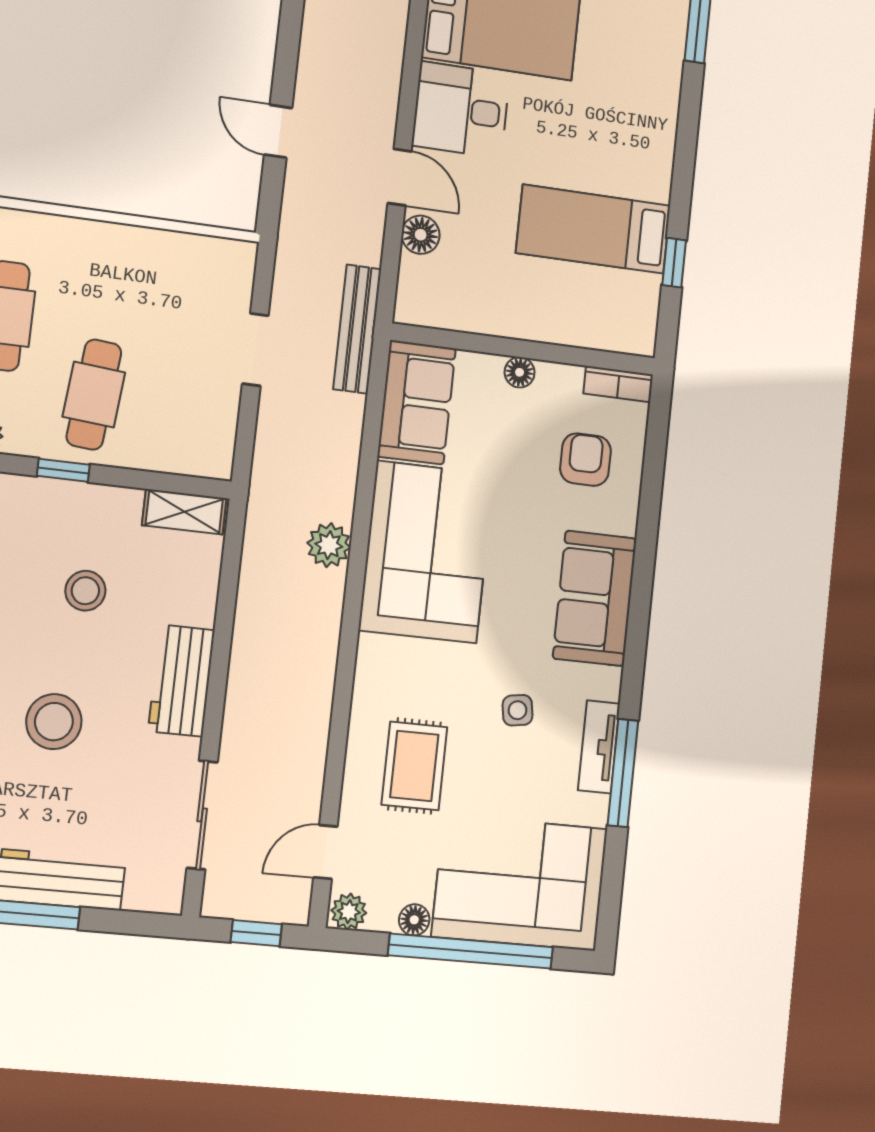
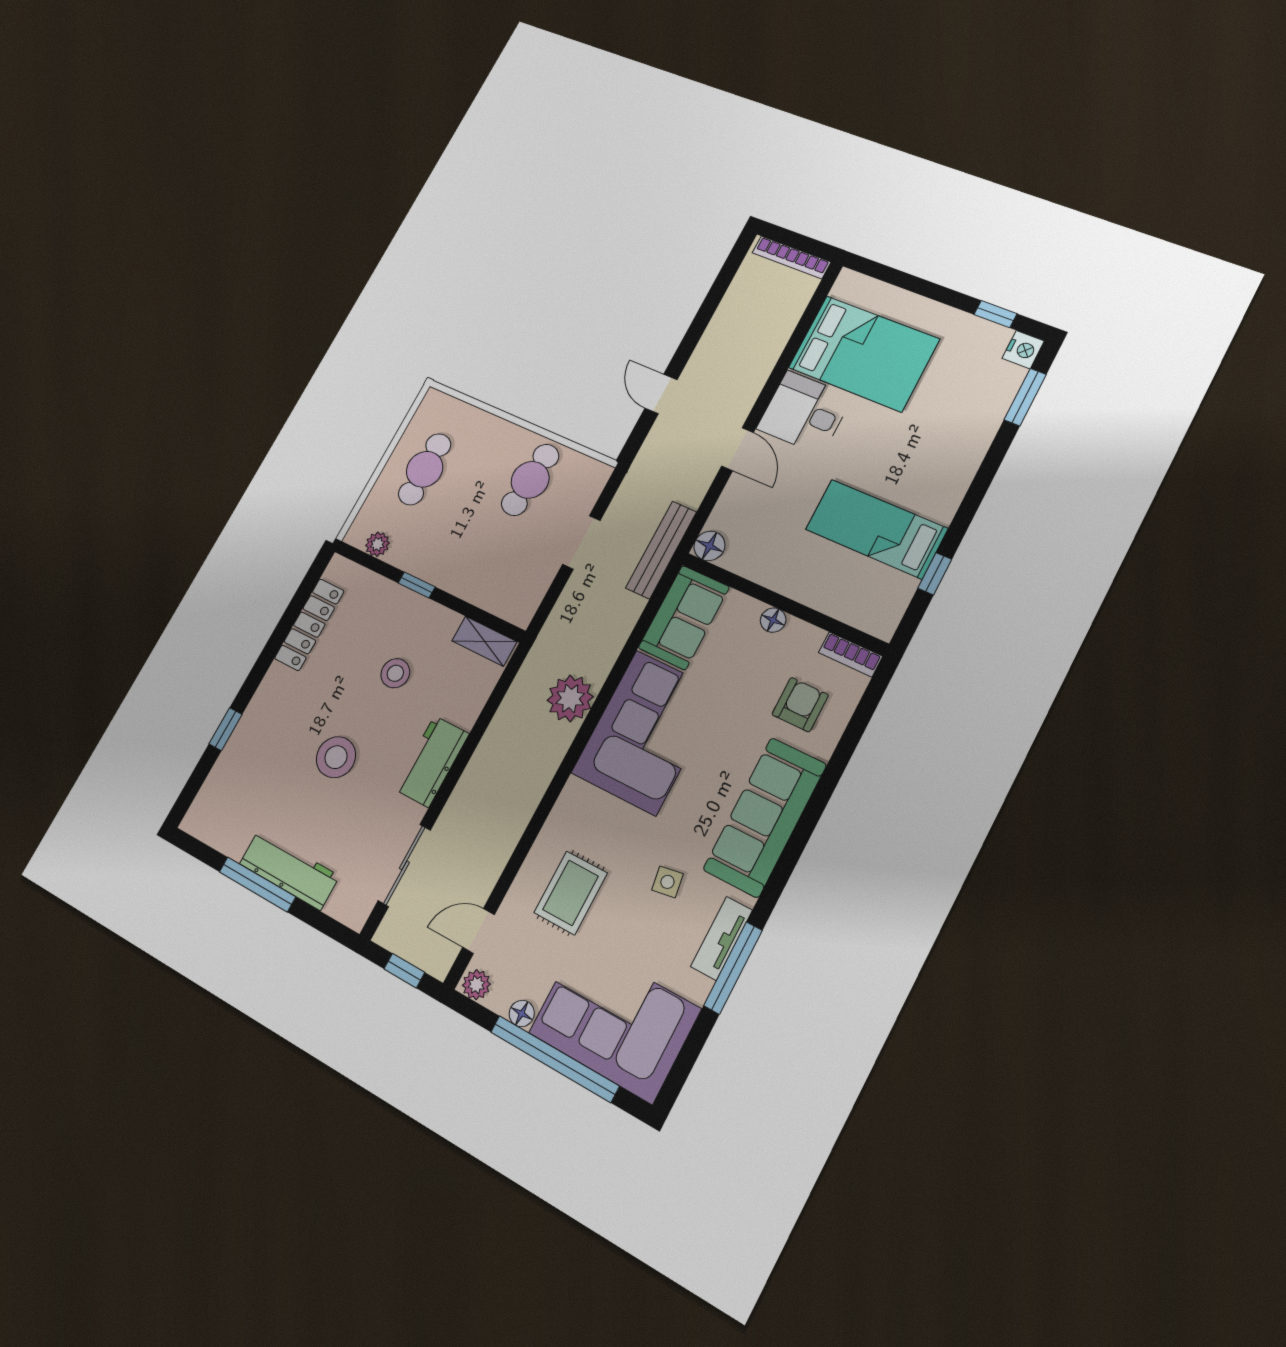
floor lamp: (421, 235) -> (709, 546), moved
cafe table: (94, 395) -> (530, 480), moved
plant: (329, 545) -> (570, 698), width x1.36, depth x1.36
sofa: (595, 598) -> (765, 817), width x1.36

